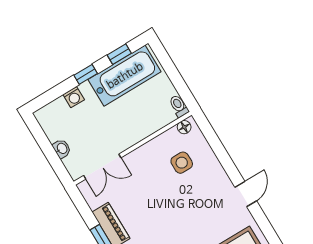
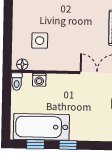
washing machine: (74, 97) -> (39, 80), moved, turned 180

